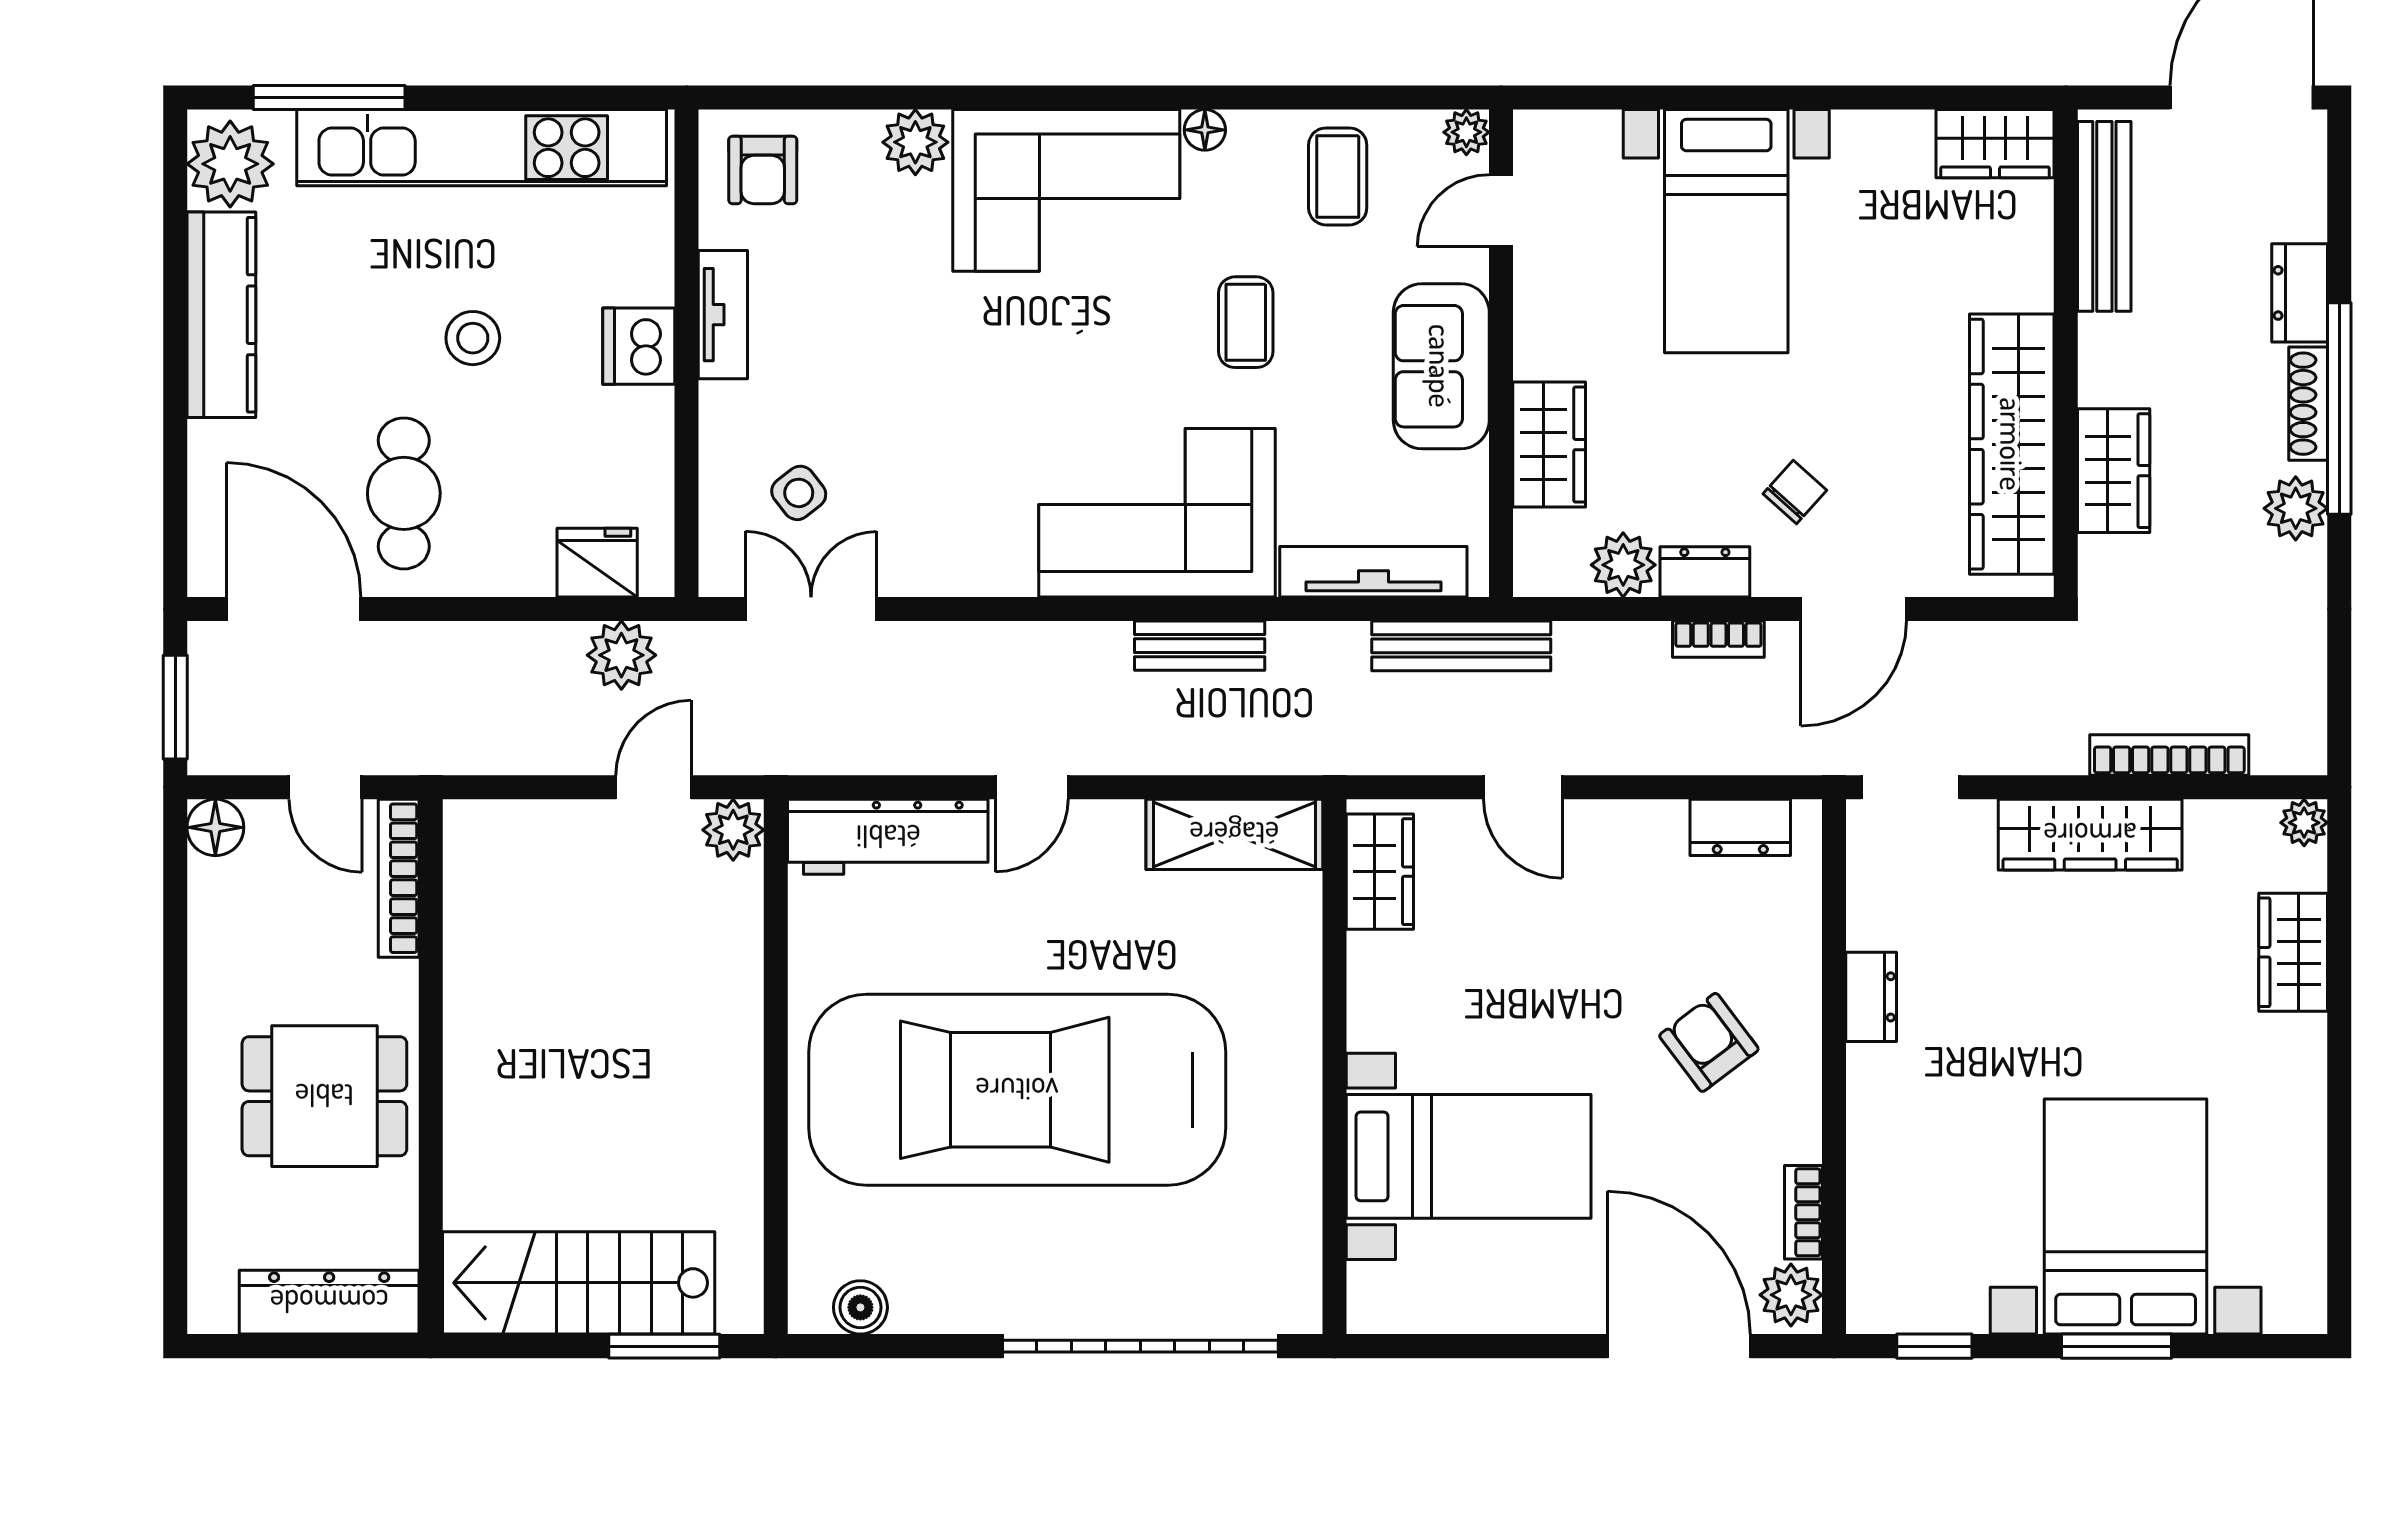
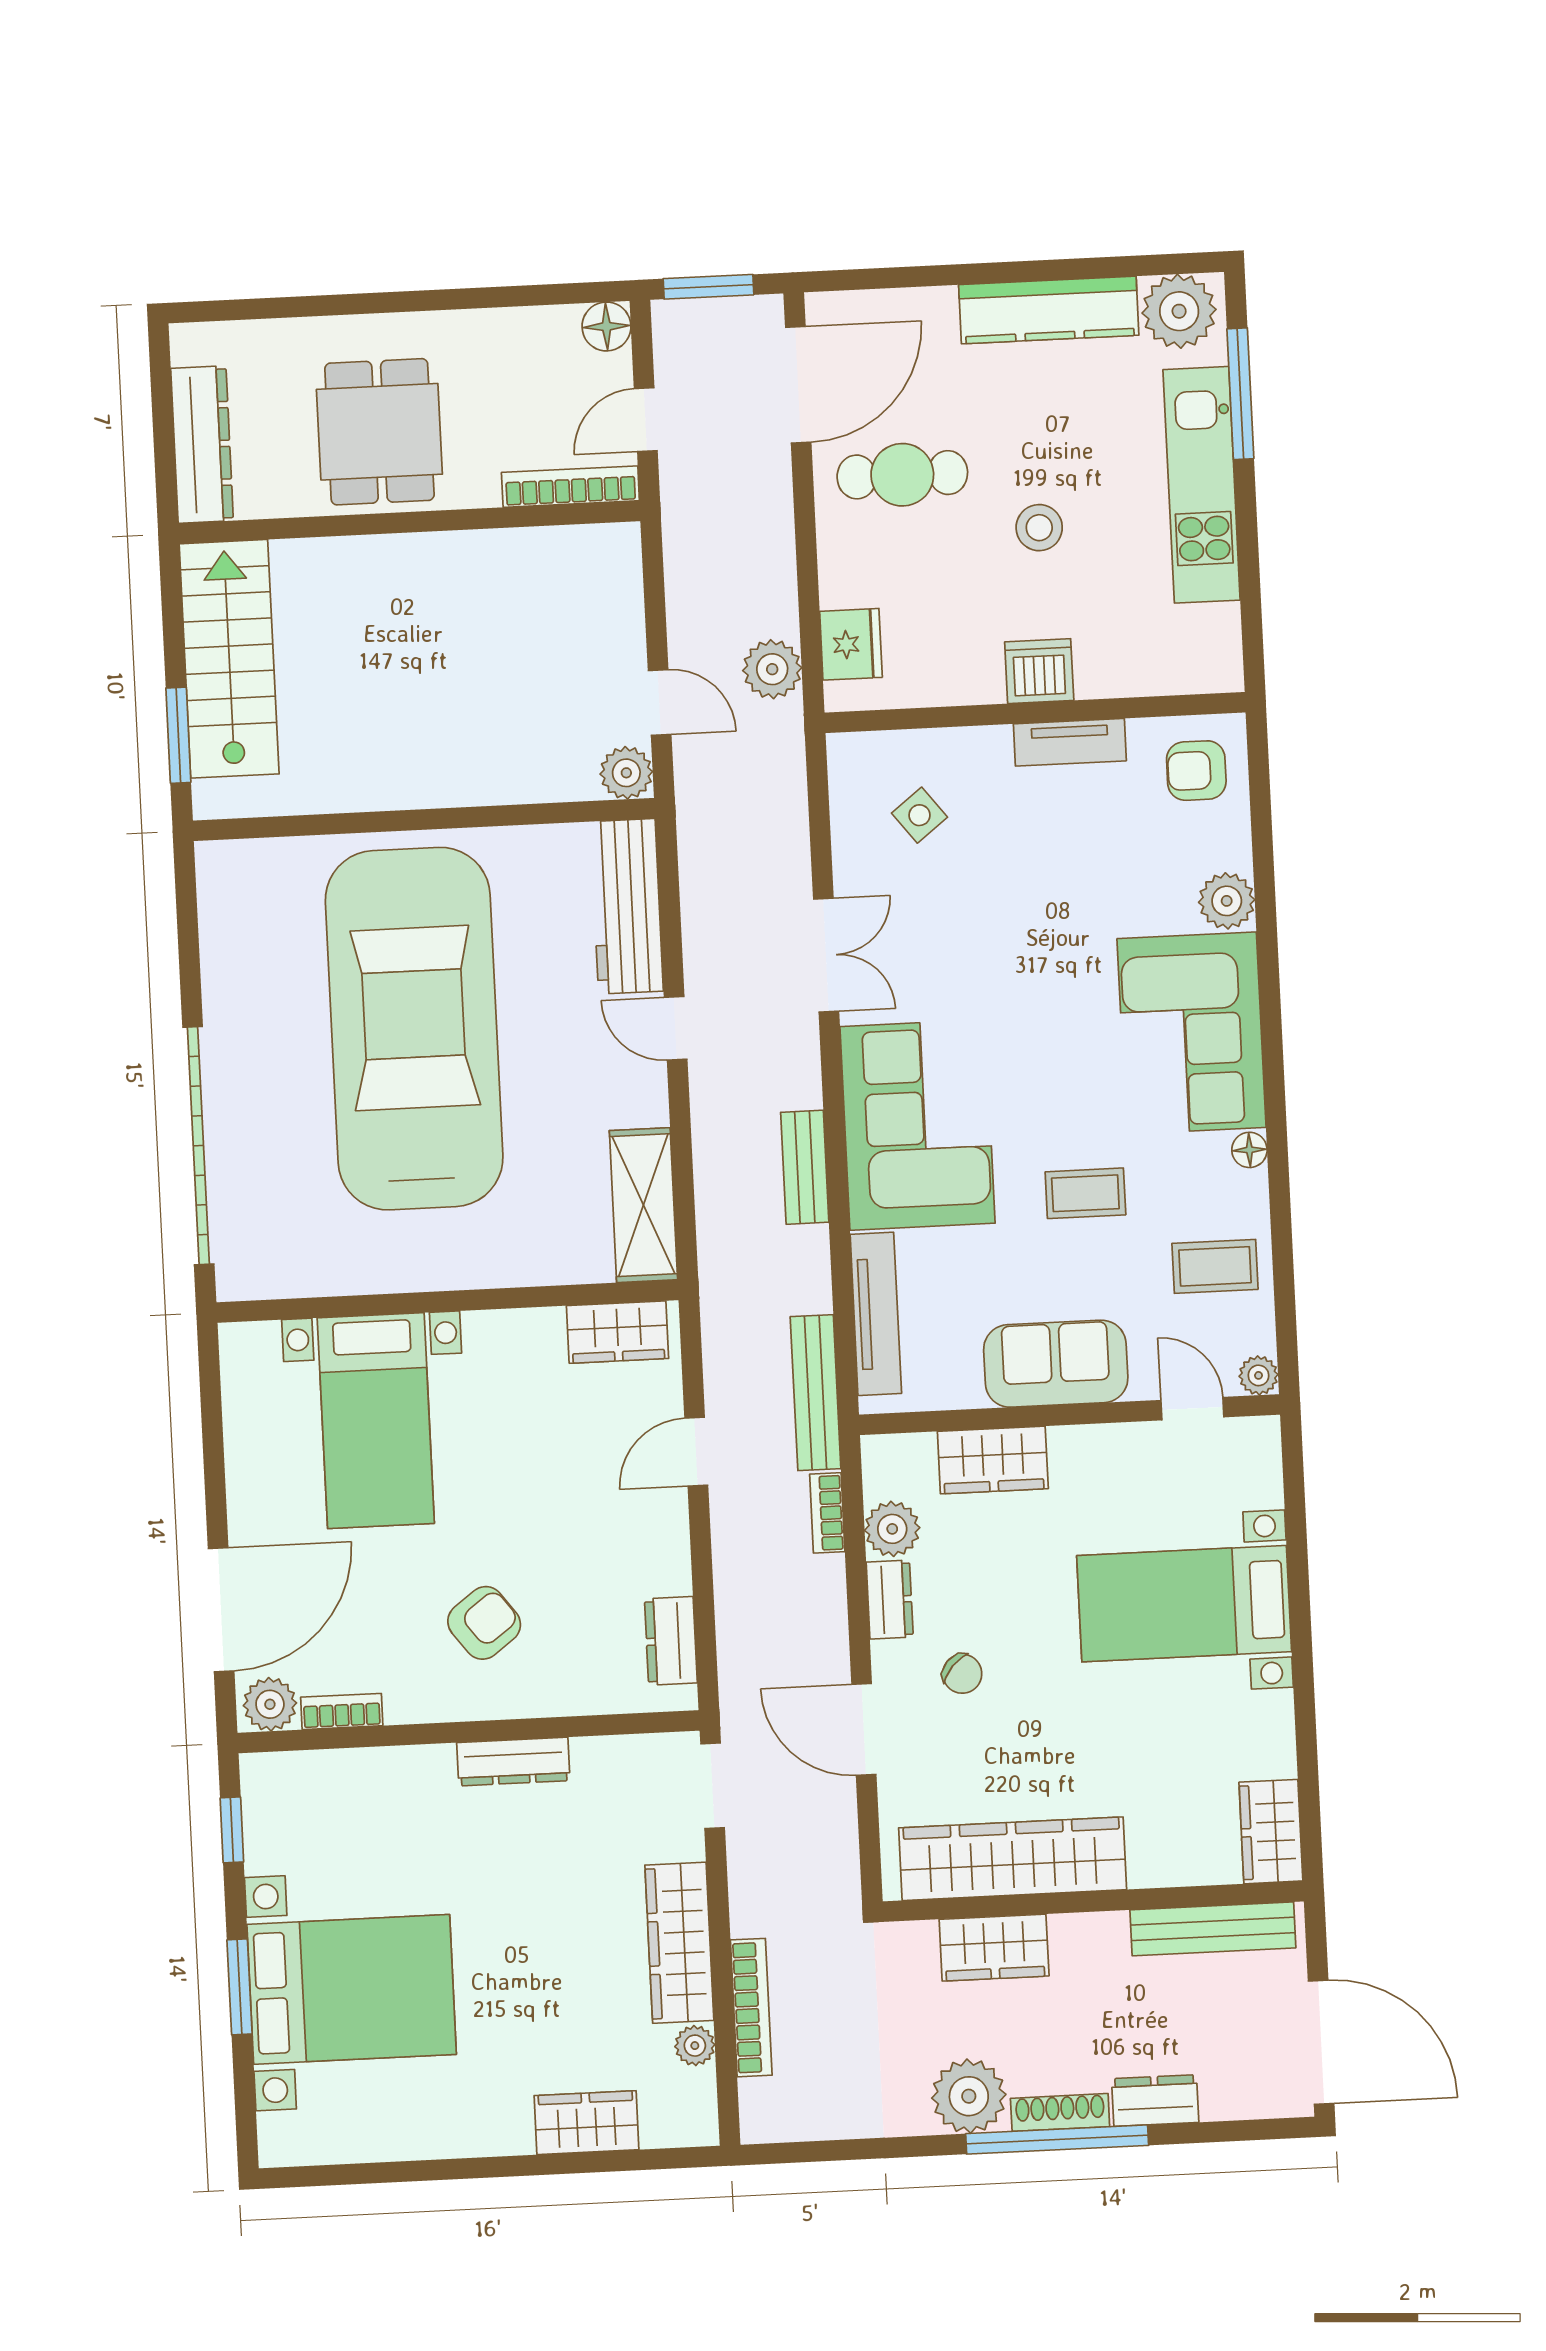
kitchen unit: (482, 148) -> (1202, 485), width x0.73
plant: (2296, 508) -> (969, 2096), width x1.36, depth x1.36
double door: (811, 609) -> (826, 955), moved
bookcase: (1718, 639) -> (827, 1513), moved
plant: (2304, 823) -> (695, 2046), moved
dresser: (1871, 997) -> (513, 1762), width x1.44
boiler: (860, 1307) -> (220, 903), removed

